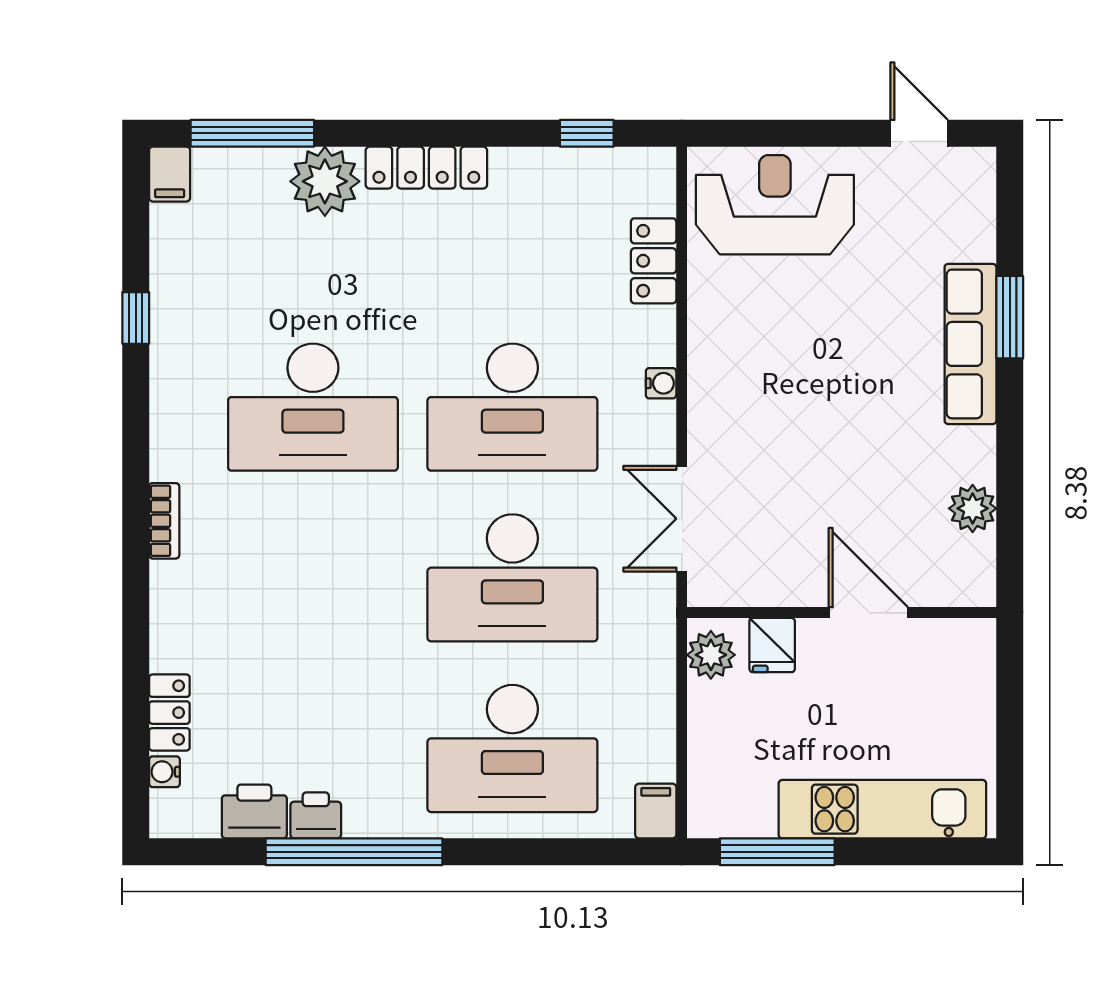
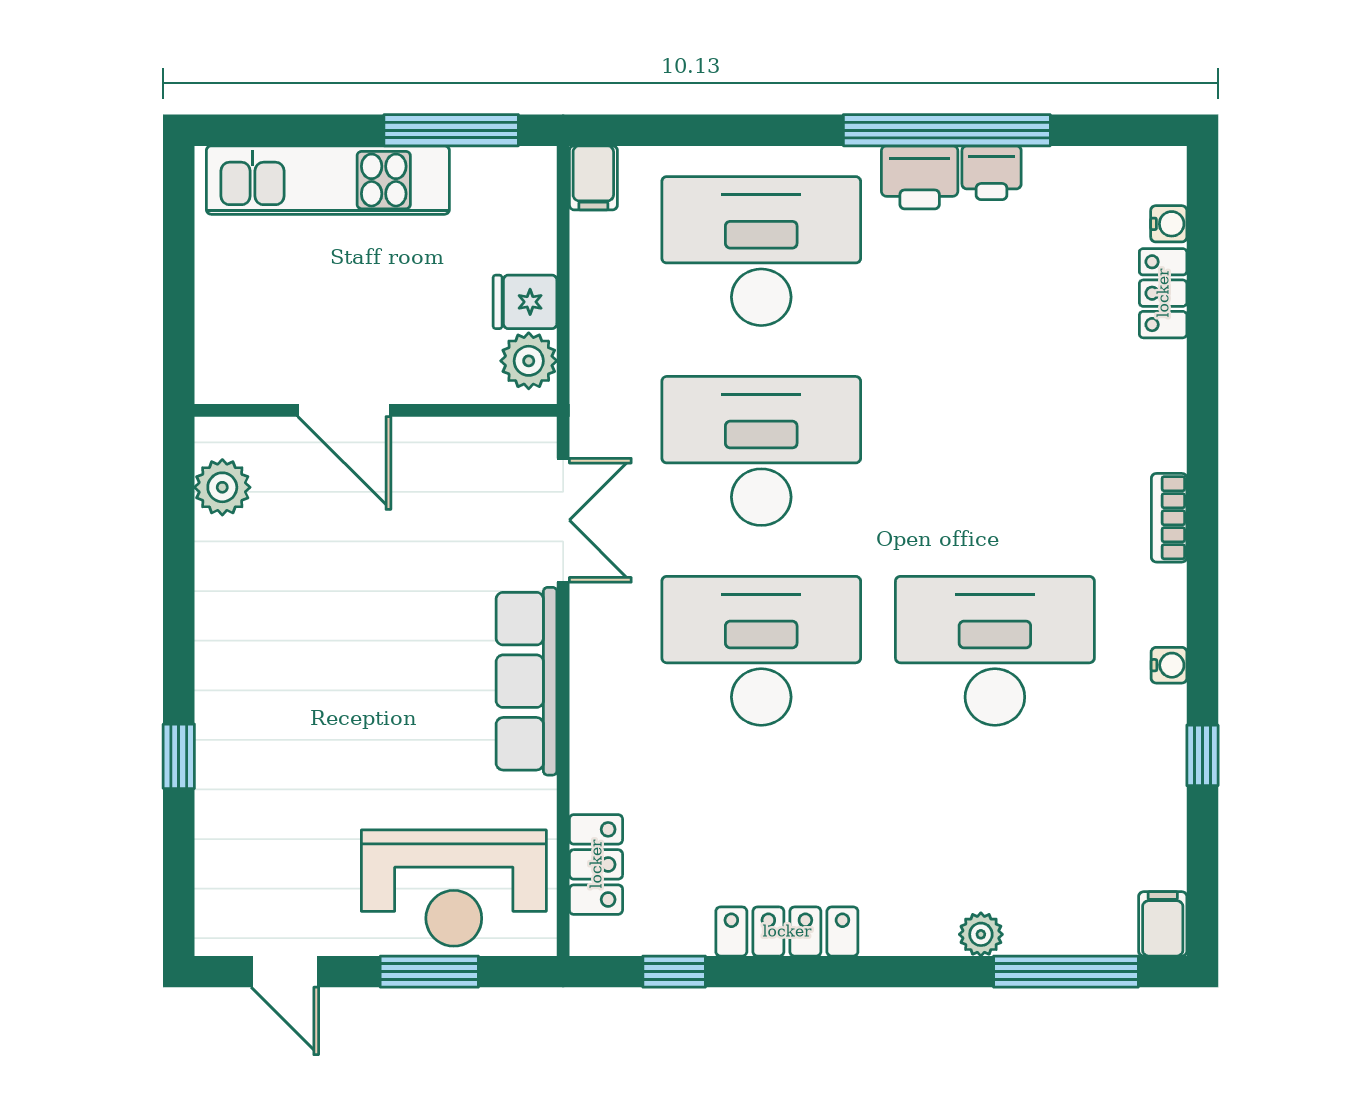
window: (796, 133) -> (429, 972), added
locker: (426, 168) -> (787, 931), moved
plant: (325, 181) -> (981, 934), width x0.53, depth x0.53
locker: (654, 261) -> (596, 864), moved
window: (1010, 317) -> (179, 756), width x0.67
row of seats: (970, 344) -> (526, 681), moved, turned 180
water cooler: (661, 383) -> (1169, 665), moved, turned 180
plant: (973, 508) -> (222, 487), moved
fridge: (772, 645) -> (525, 302), moved, turned -90
printer: (254, 811) -> (920, 177), moved

